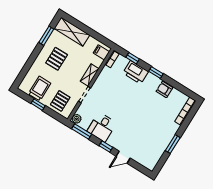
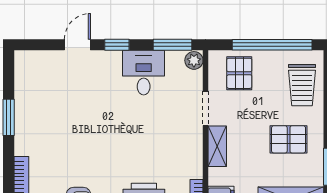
pallet: (57, 59) -> (289, 139), turned 90
trolley: (40, 88) -> (302, 85), moved
window: (38, 105) -> (272, 45), width x3.17

